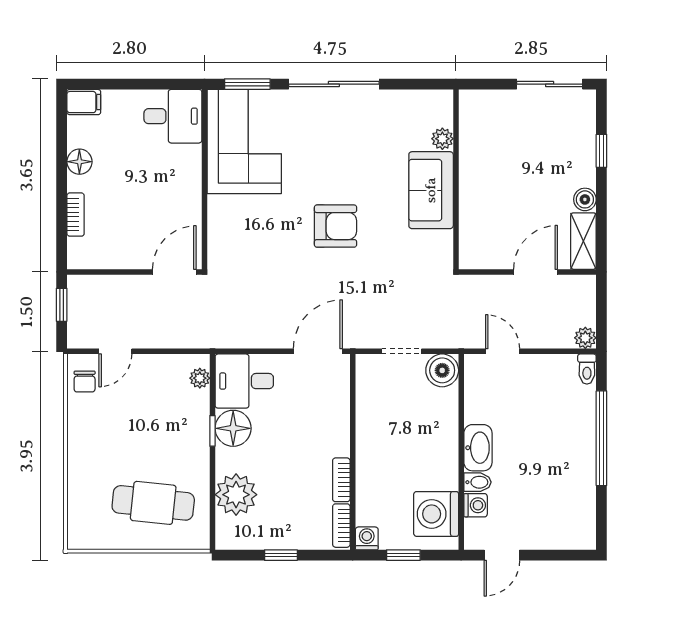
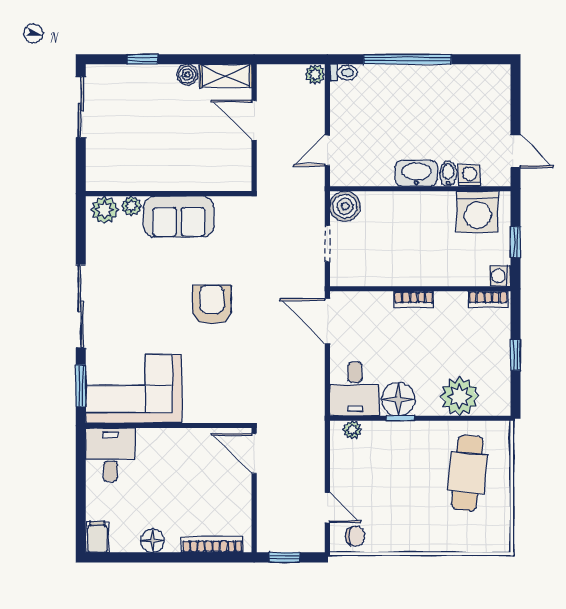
plant: (438, 110) -> (105, 210), added
bookcase: (76, 215) -> (212, 545), width x1.56
bookcase: (341, 480) -> (414, 299), moved

